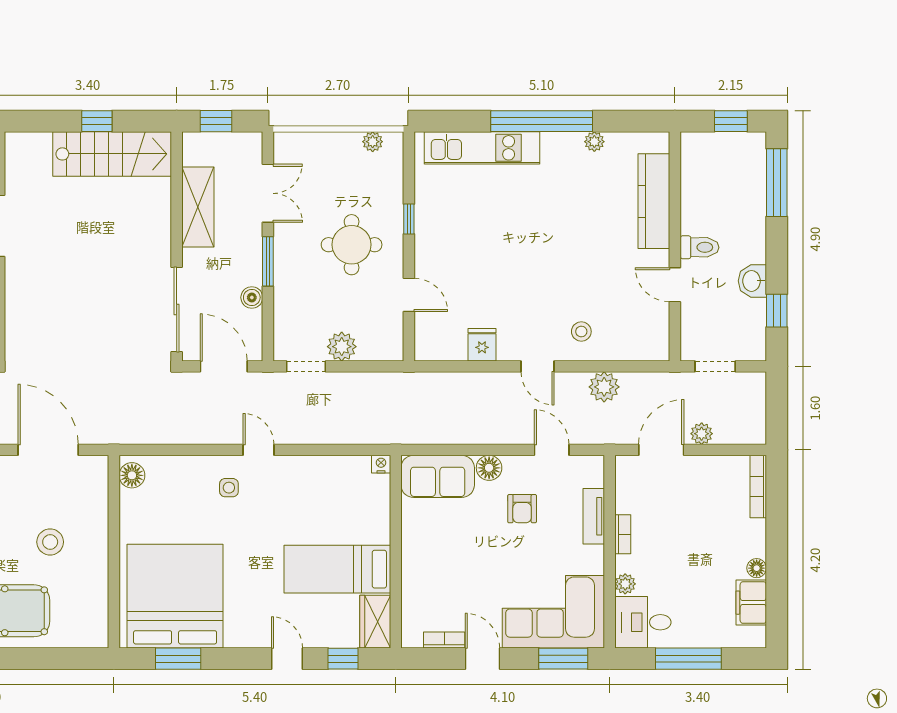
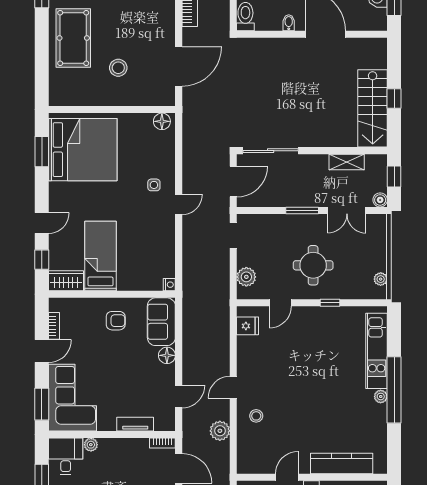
plant: (594, 142) -> (381, 396), moved
shelving: (198, 207) -> (347, 162), width x0.67, depth x0.75
boiler: (252, 297) -> (380, 200), moved
fridge: (482, 345) -> (248, 326), moved
plant: (342, 347) -> (246, 277), moved
armchair: (522, 509) -> (116, 321), moved, turned 180
bookcase: (623, 534) -> (162, 443), moved

